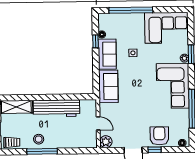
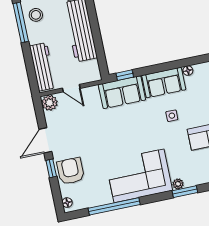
window: (96, 41) -> (125, 75), moved
door: (98, 123) -> (71, 88), hinge flipped
armchair: (159, 136) -> (71, 171), turned -90
workbench: (78, 142) -> (43, 67), added

